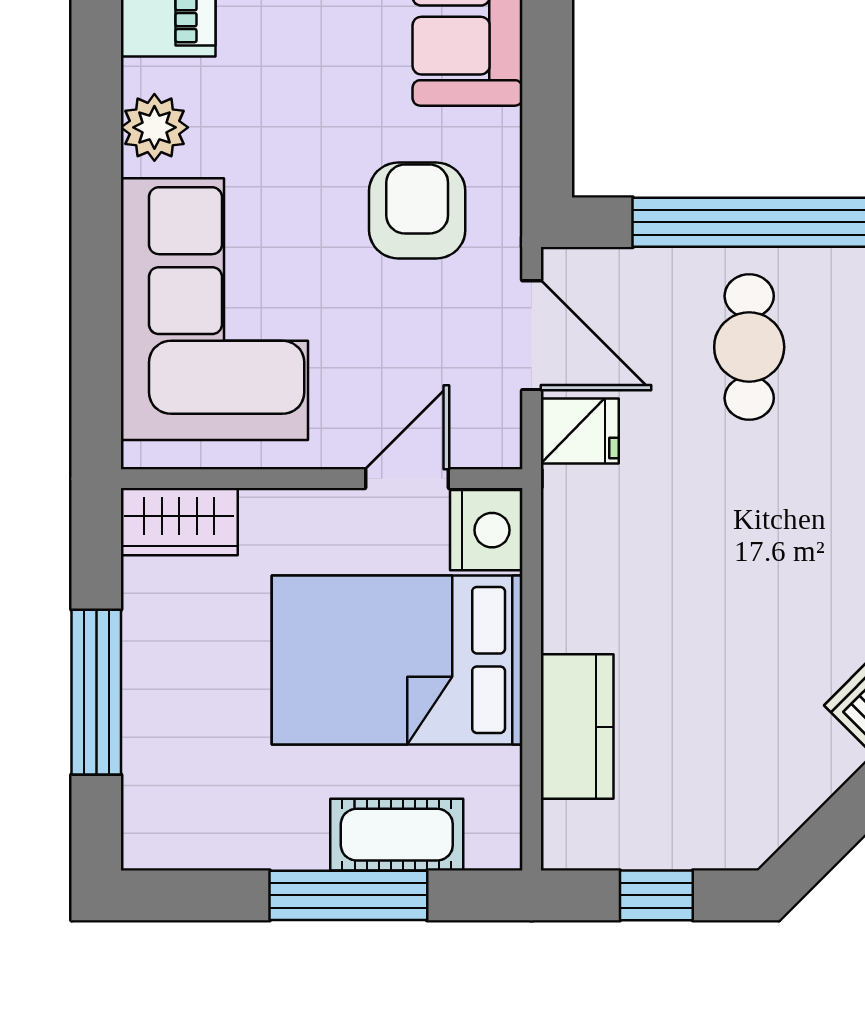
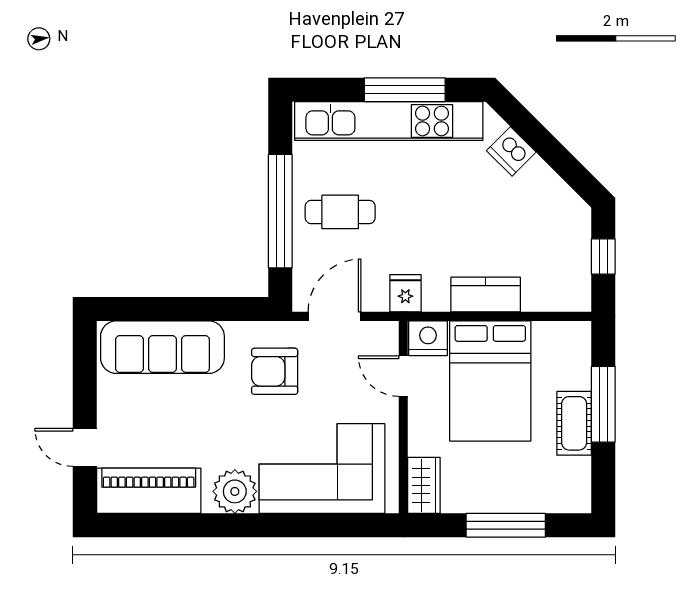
plant: (154, 127) -> (235, 491), width x1.36, depth x1.36
fridge: (580, 431) -> (405, 293), moved
kitchen counter: (577, 727) -> (486, 295), moved
cot: (397, 835) -> (574, 423), moved

